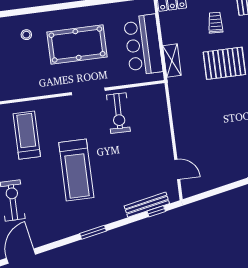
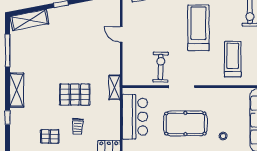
shelving: (172, 60) -> (115, 87), moved
treadmill: (27, 135) -> (233, 59), turned 180
door: (177, 169) -> (121, 34), moved

